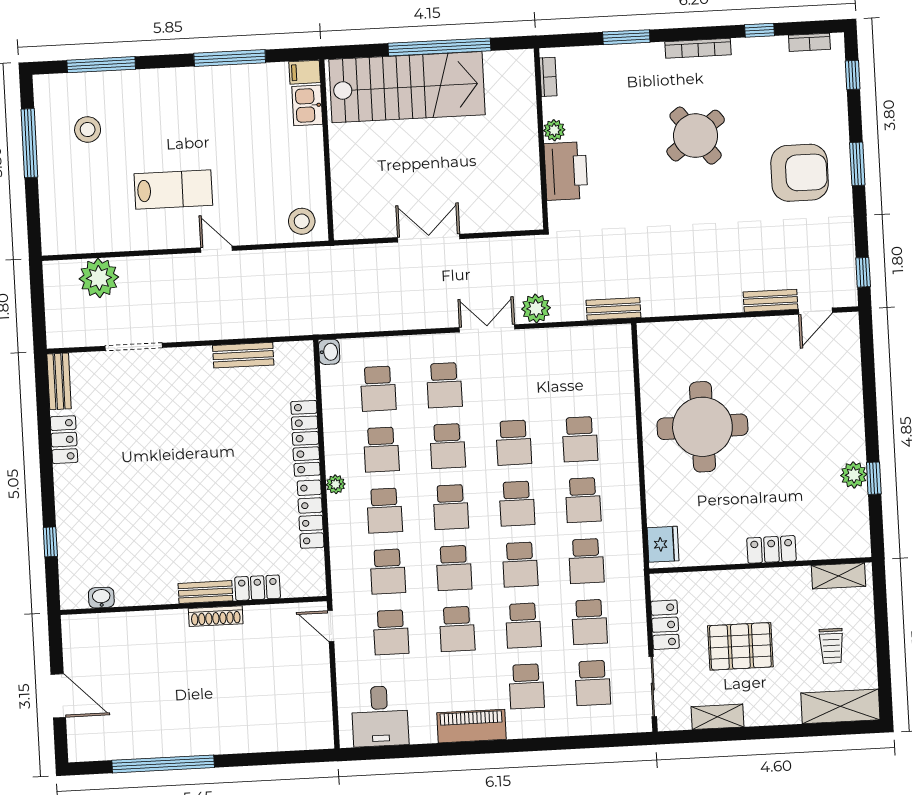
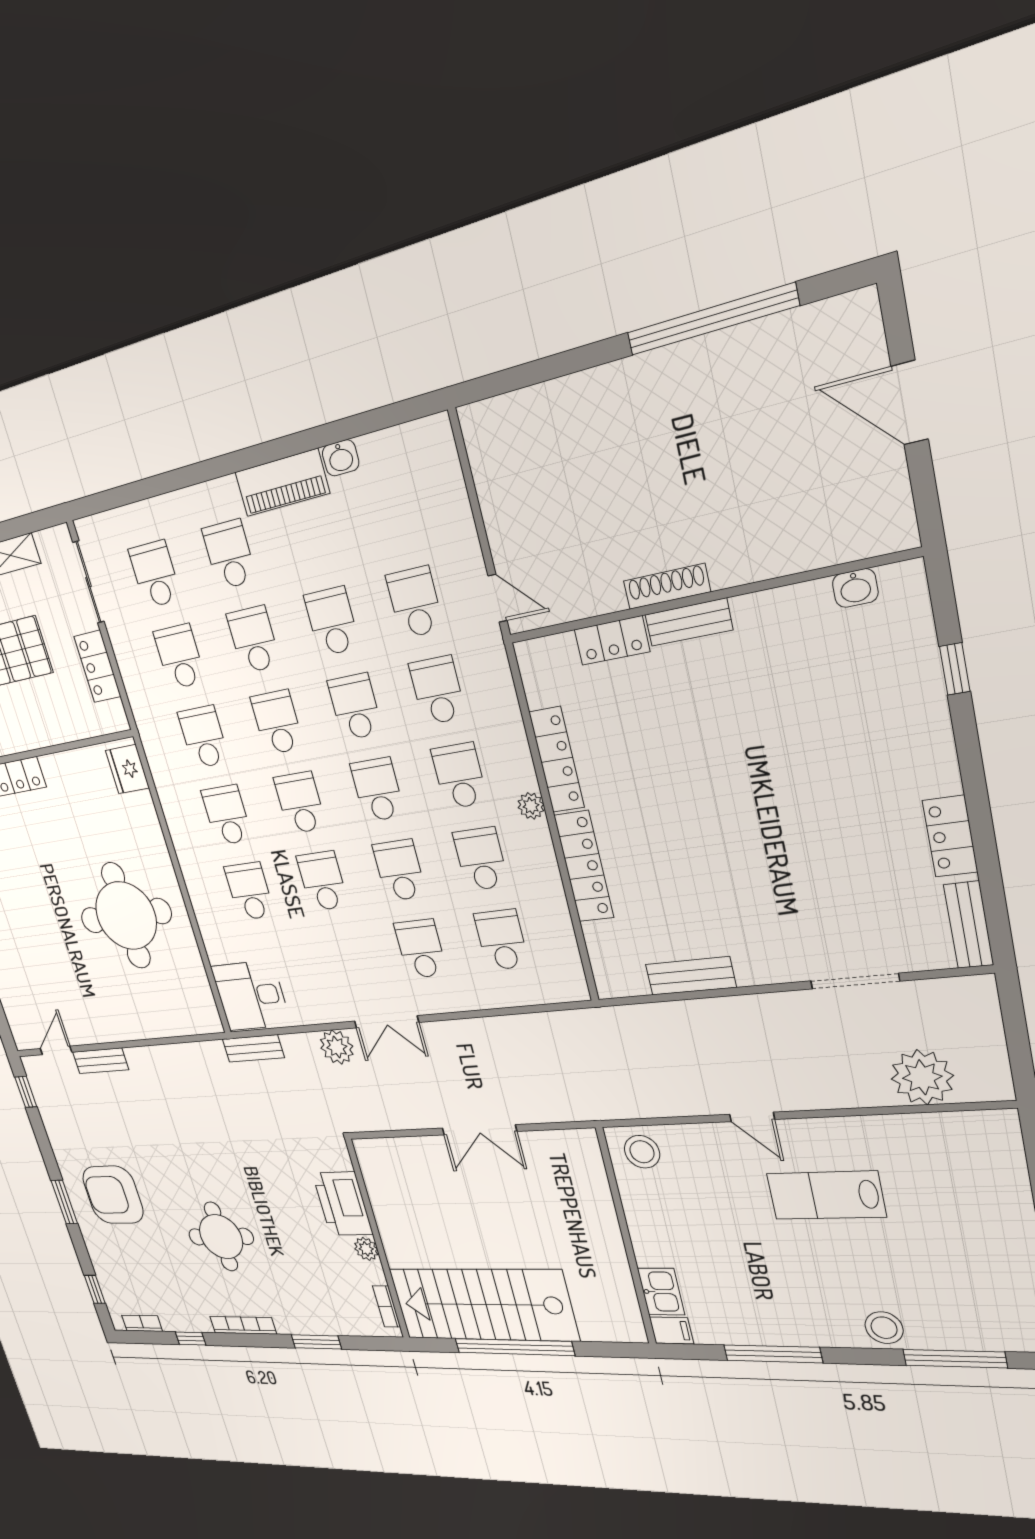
stairs: (407, 87) -> (483, 1305), moved
stool: (88, 130) -> (884, 1328), moved
round table: (696, 136) -> (221, 1237), turned 37
washbasin: (329, 352) -> (341, 458), moved, turned -90
desk: (380, 716) -> (251, 996), moved, turned -90

